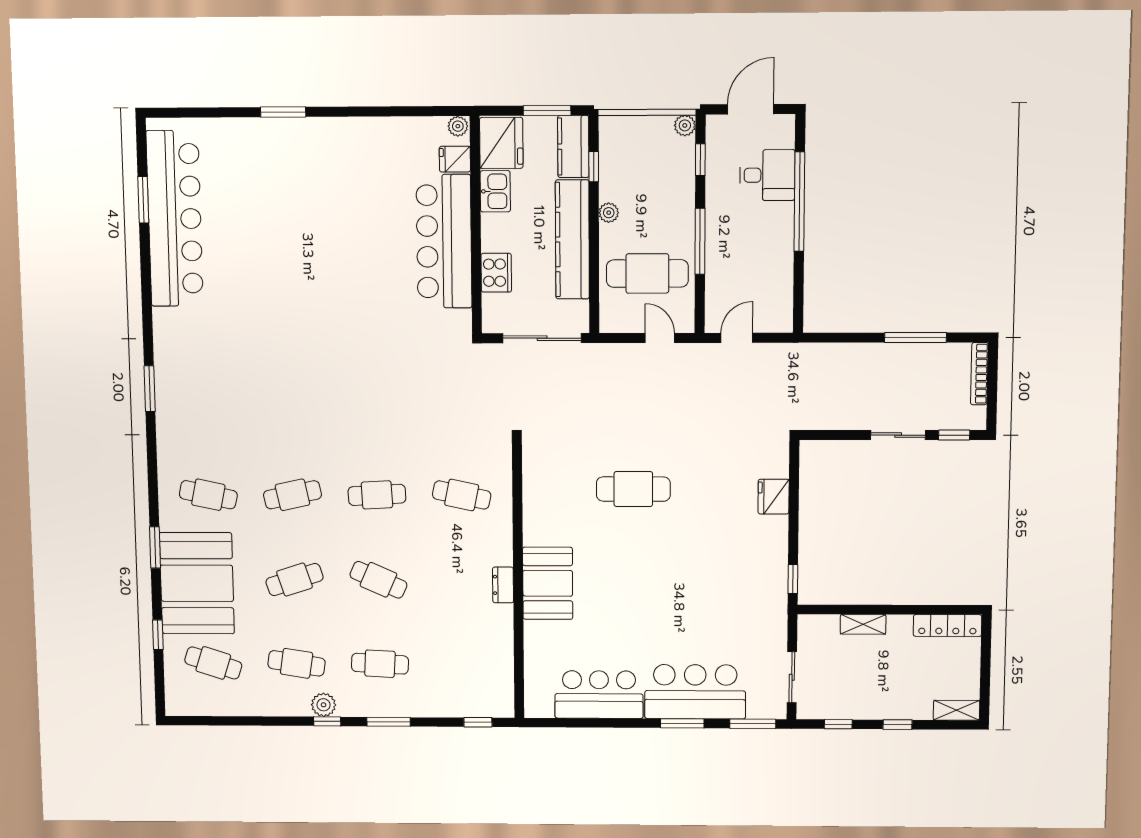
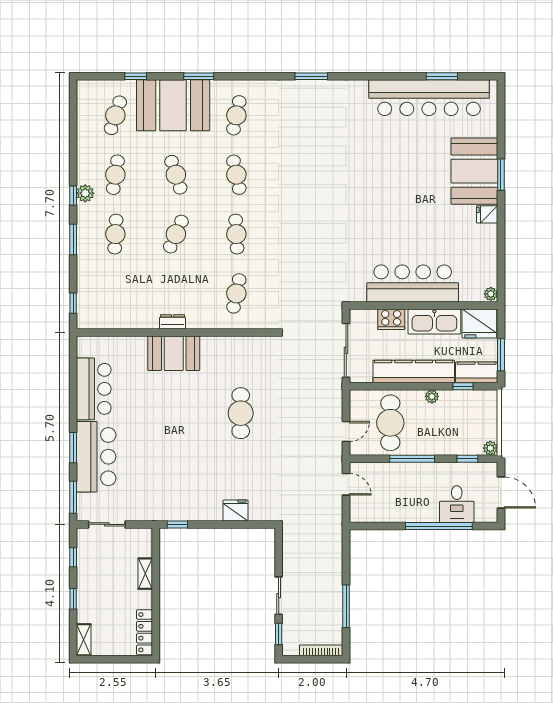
booth: (279, 152) -> (474, 171), added
fridge: (455, 159) -> (487, 214), moved, turned -90
kitchen sink: (495, 191) -> (434, 321), width x1.87, depth x1.24

